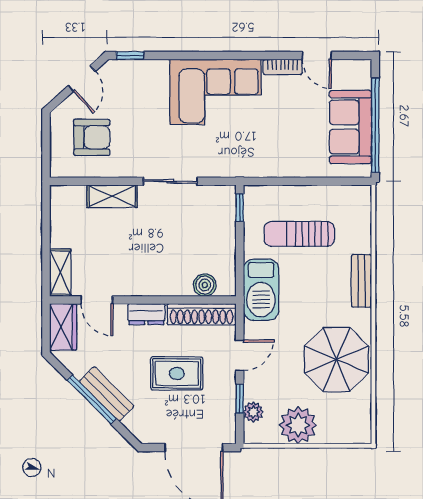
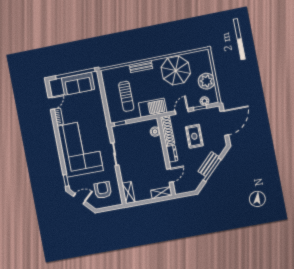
corner sofa: (216, 92) -> (80, 148), width x1.36, depth x1.36
shelving: (112, 196) -> (128, 193), moved
wardrobe: (63, 327) -> (184, 187), removed
door: (240, 355) -> (182, 111), hinge flipped

